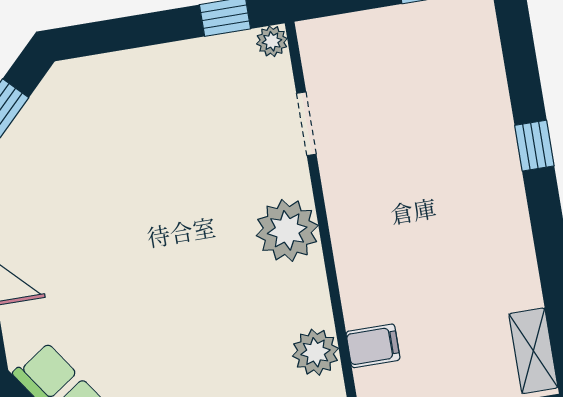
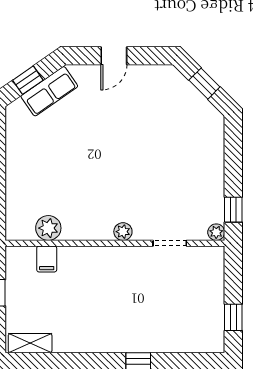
plant: (287, 230) -> (123, 232), width x0.53, depth x0.53

